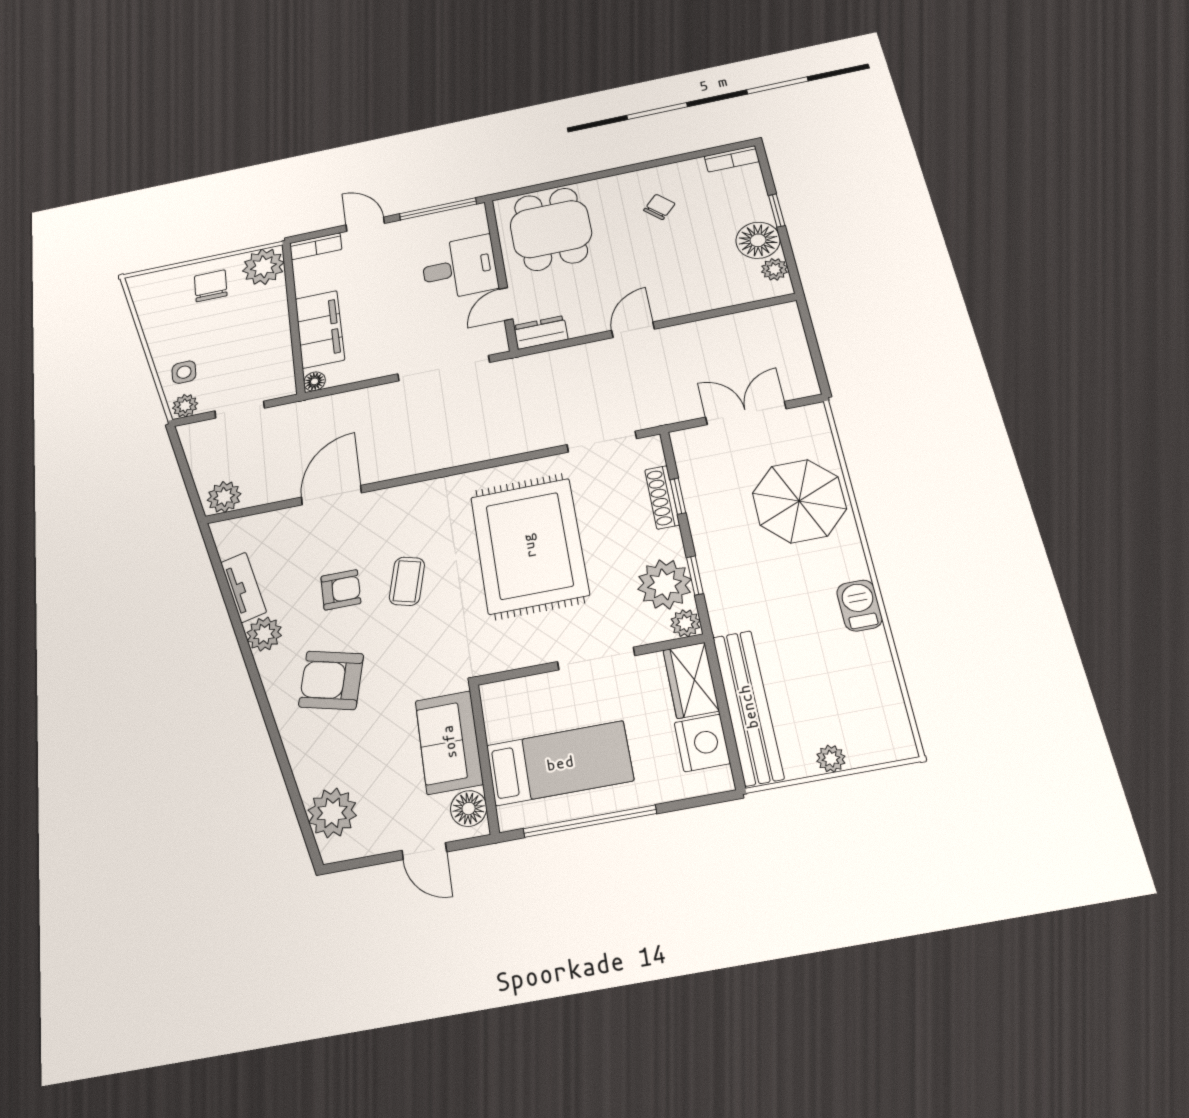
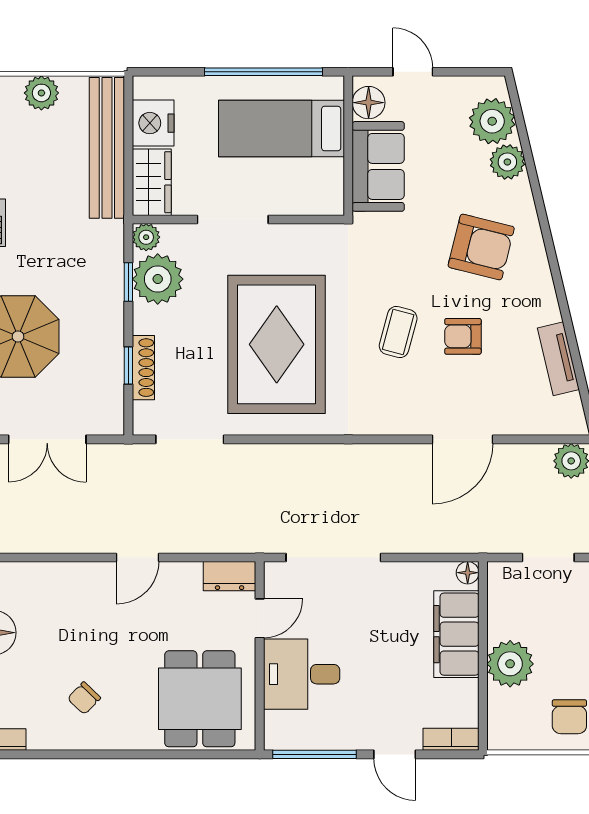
plant: (263, 267) -> (510, 664), moved
plant: (264, 634) -> (507, 162), moved
plant: (831, 759) -> (41, 93), width x1.38, depth x1.38

